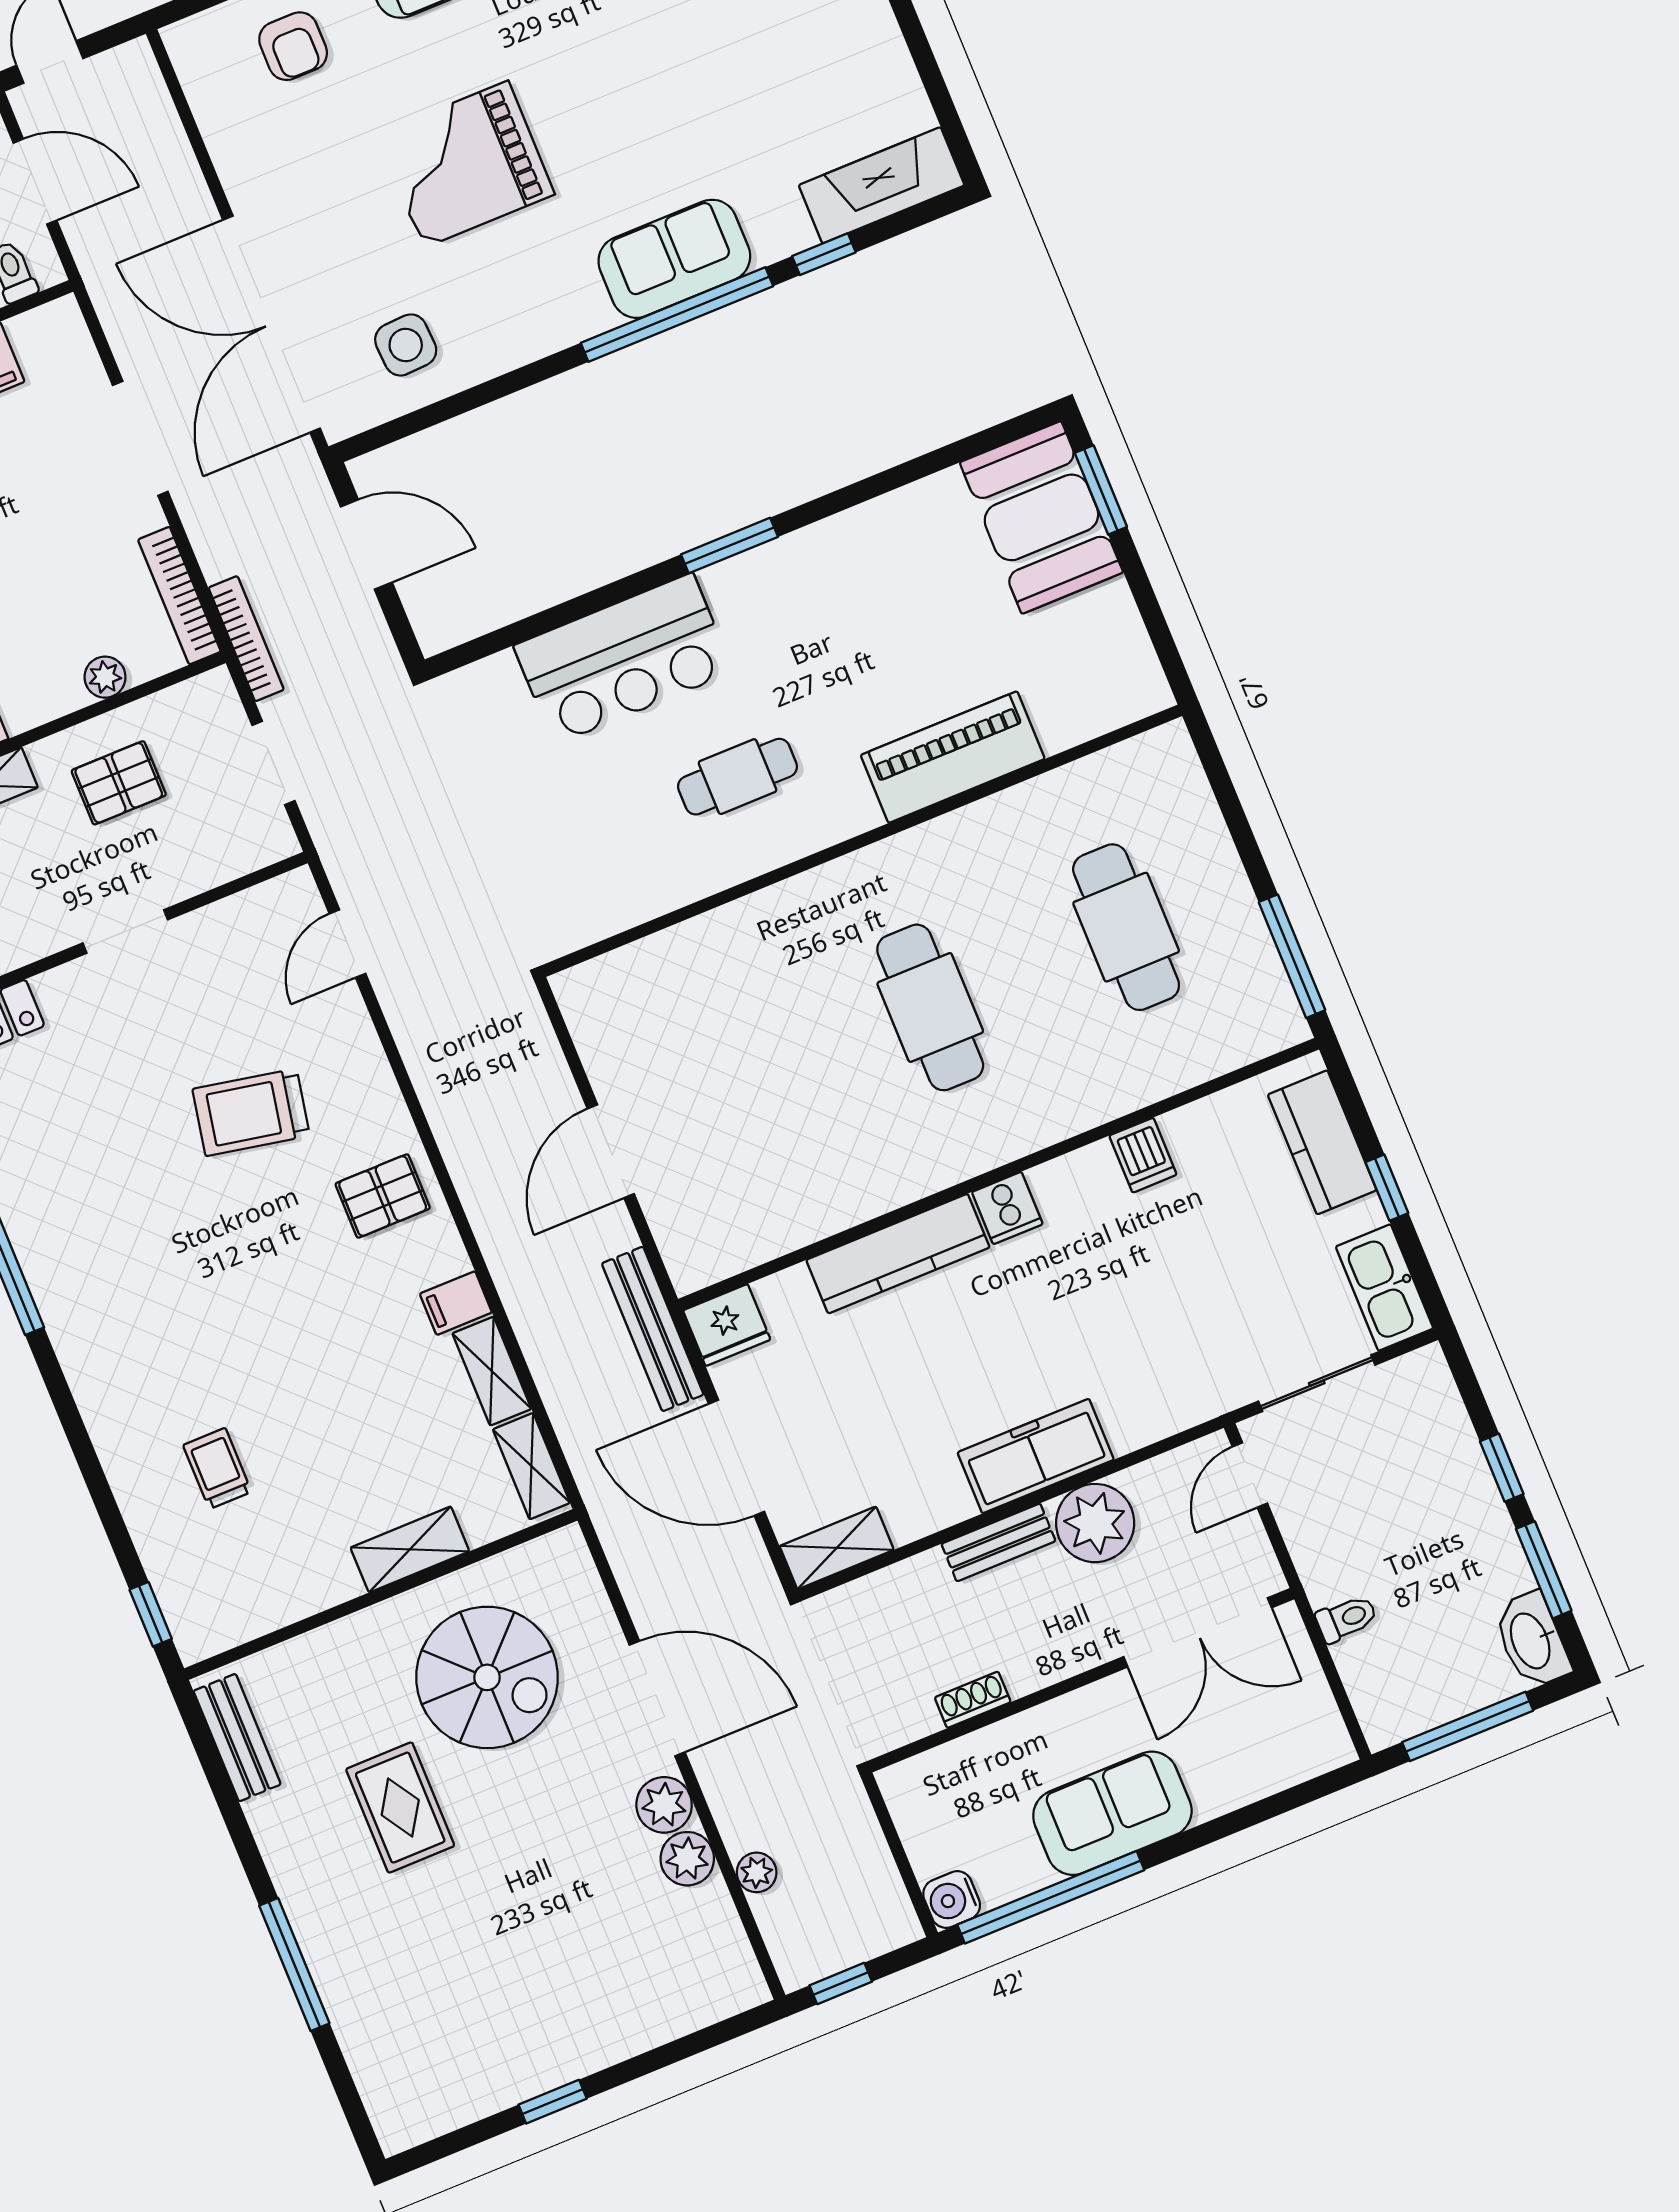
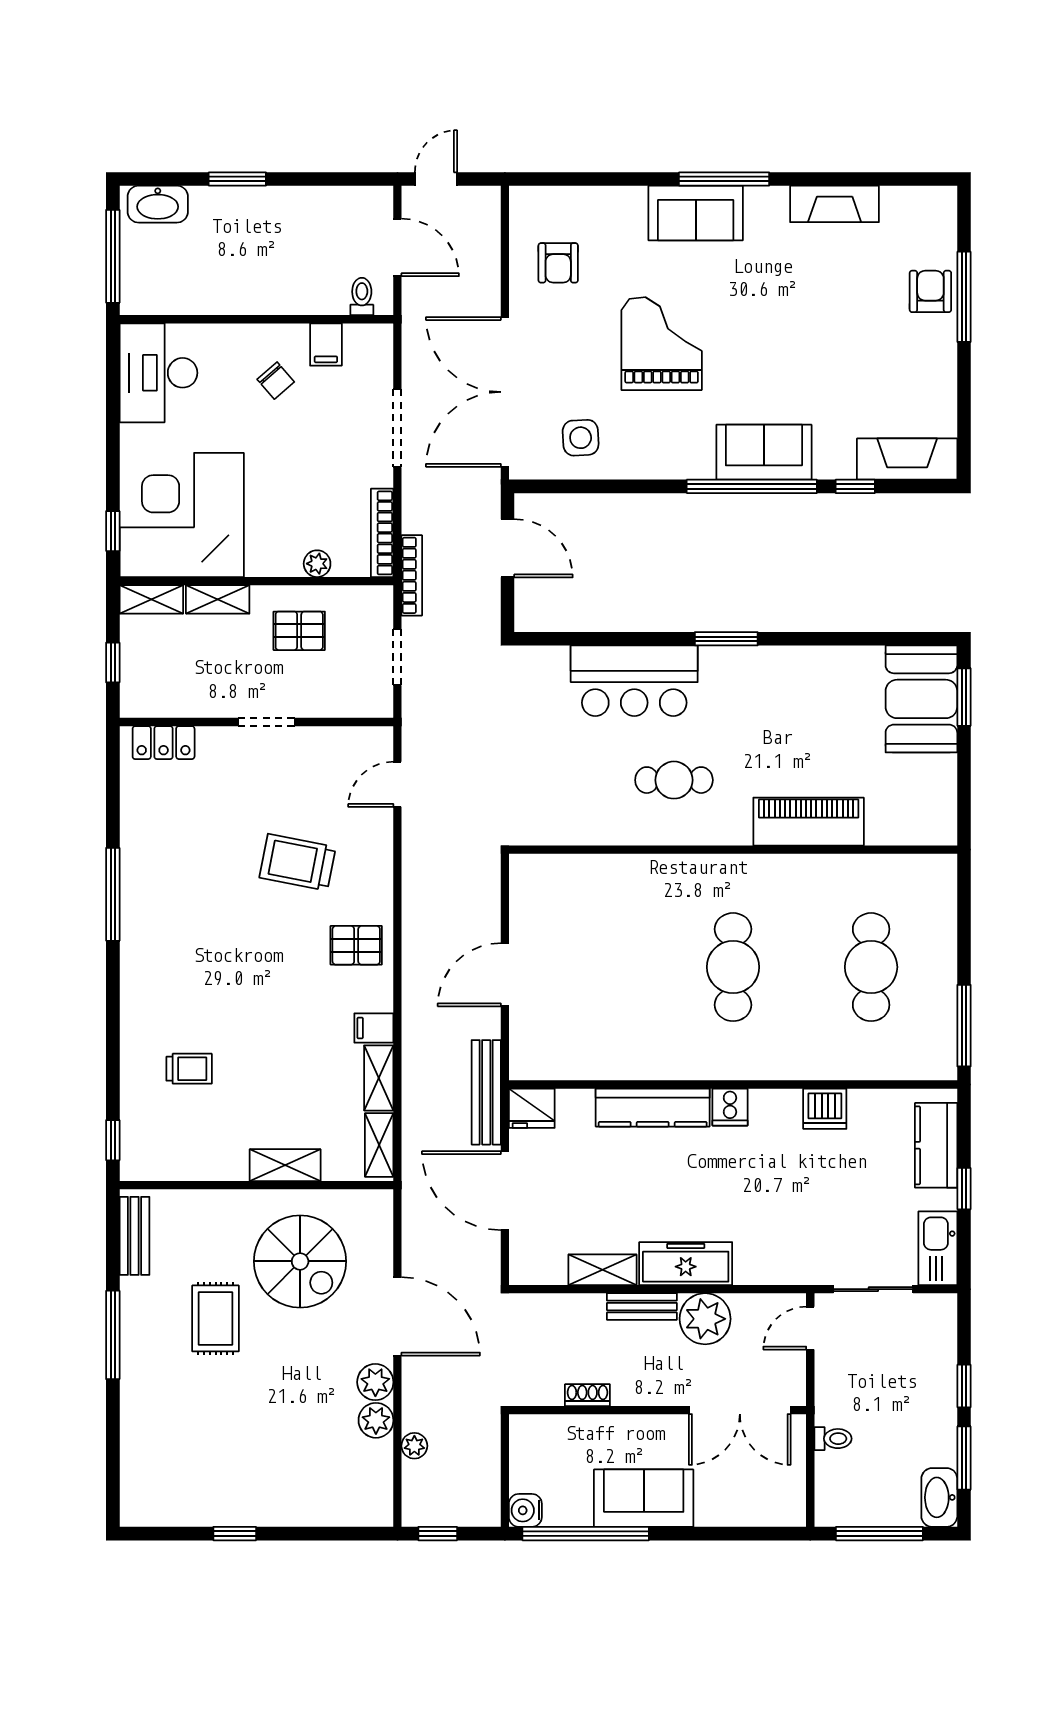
armchair: (293, 46) -> (558, 263), moved
grand piano: (466, 164) -> (662, 344), turned 90
dishwasher: (1143, 1155) -> (825, 1109), width x1.38
trolley: (217, 1468) -> (189, 1069), turned 90
shelving: (837, 1548) -> (602, 1270), moved
window: (294, 1964) -> (113, 1335), moved

